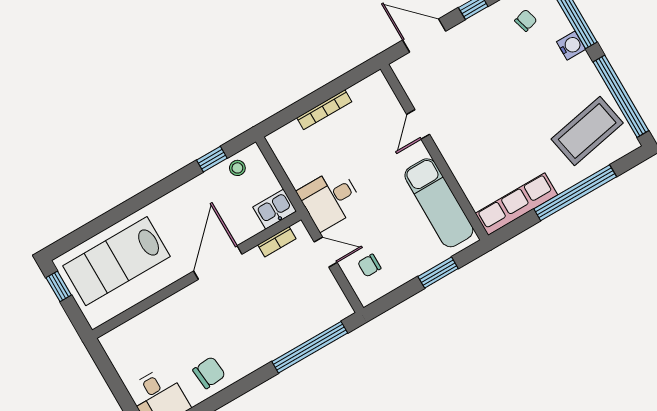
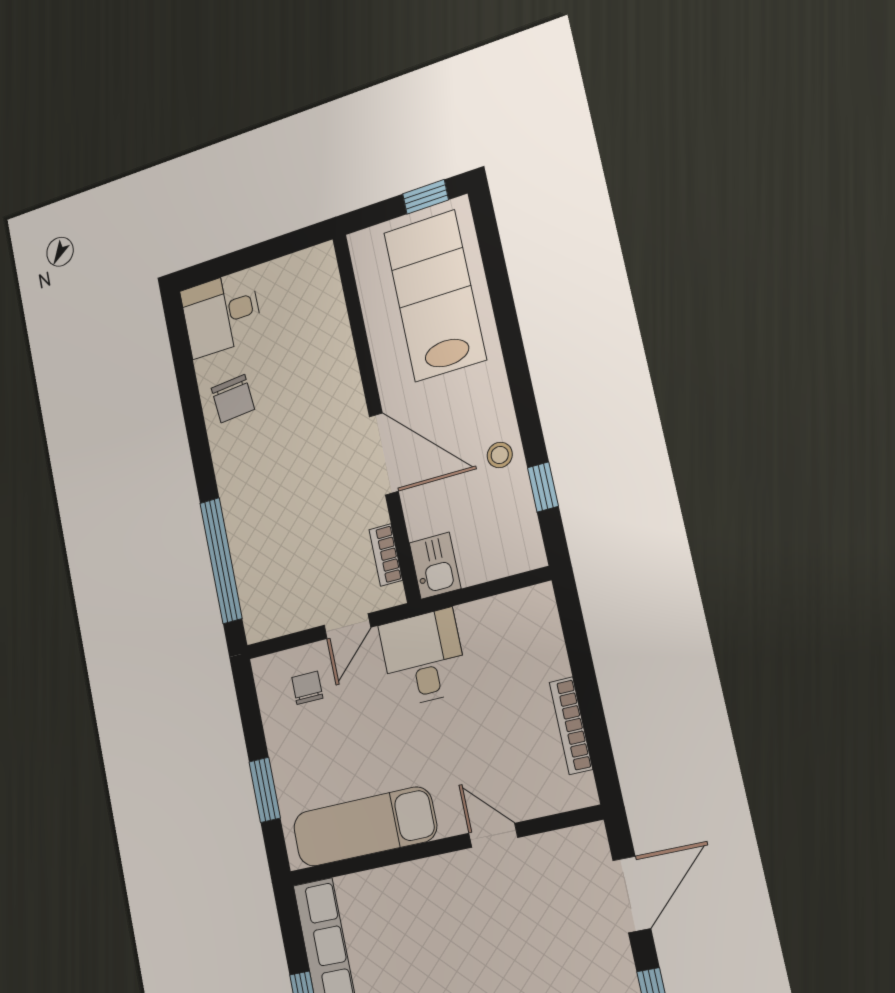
bookcase: (324, 110) -> (571, 726), moved
stool: (237, 168) -> (500, 455), moved

